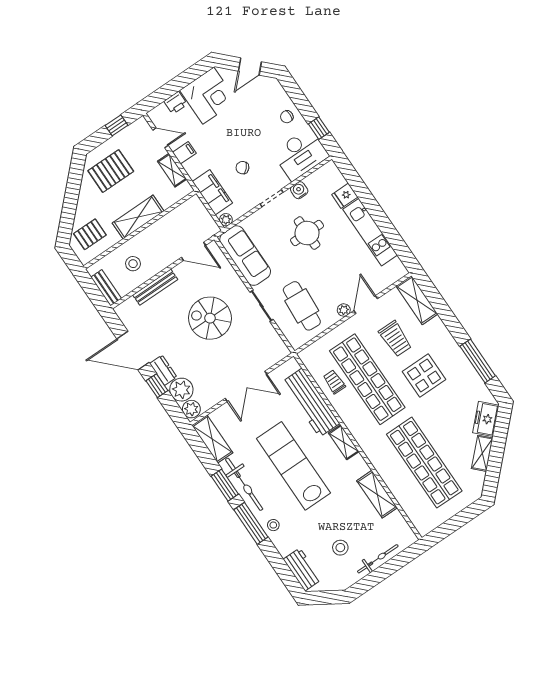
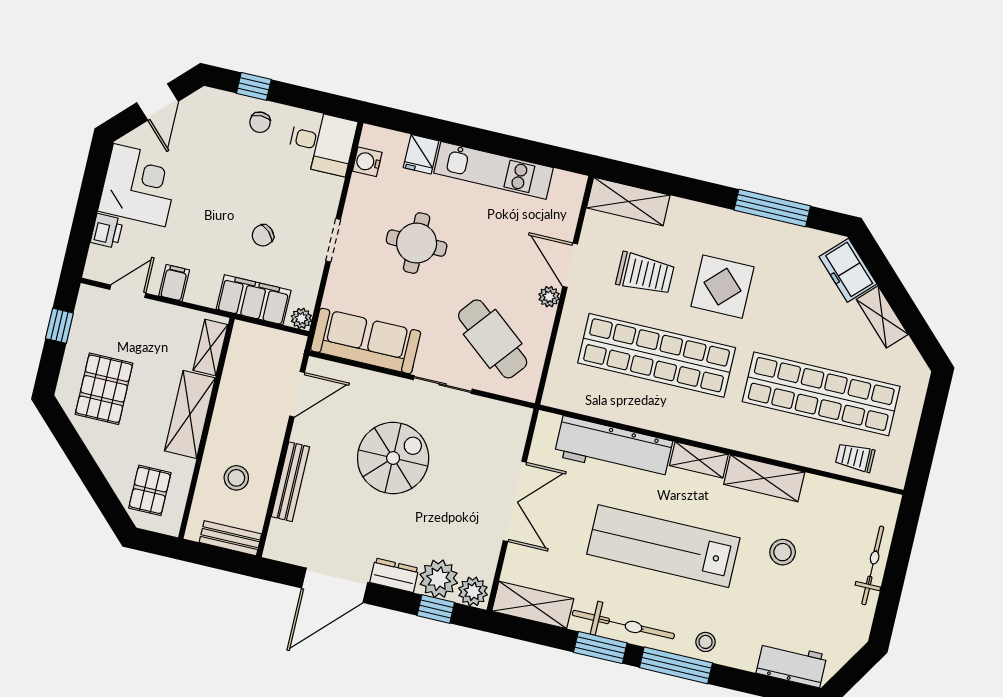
window: (319, 128) -> (254, 86), moved
desk: (301, 154) -> (322, 143), width x0.73
shelving: (172, 170) -> (210, 348), moved, turned 90
water cooler: (299, 190) -> (367, 162), moved
cafe table: (302, 306) -> (493, 339), turned 35
spiral stairs: (210, 318) -> (393, 458), turned 180
trolley: (334, 382) -> (855, 457), moved
window: (157, 386) -> (436, 609), moved
shelving: (377, 494) -> (764, 478), moved
stool: (340, 548) -> (783, 552), moved

